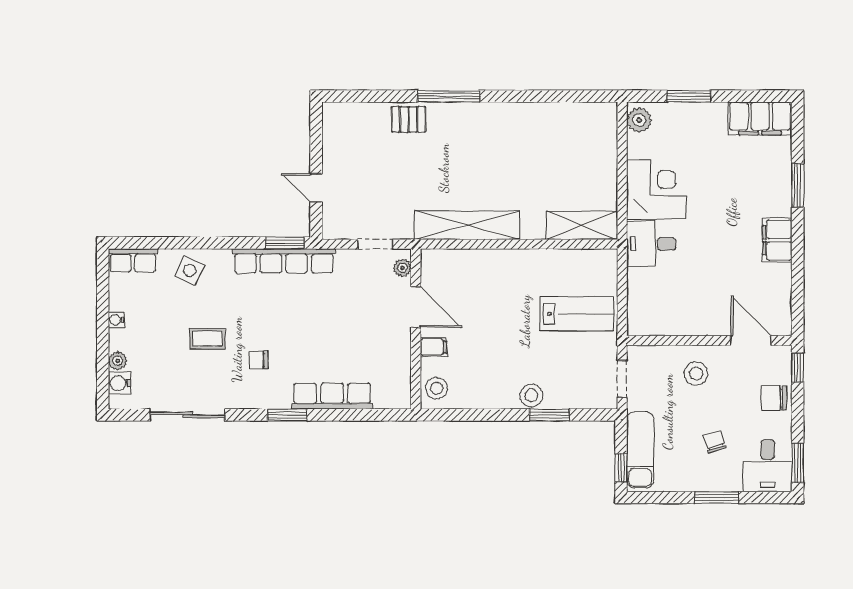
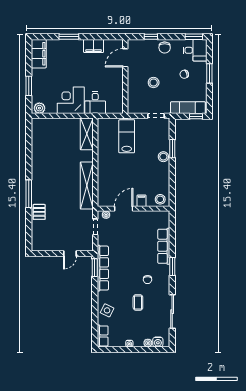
wall: (709, 340) -> (125, 77), moved
door: (751, 340) -> (125, 58), moved

